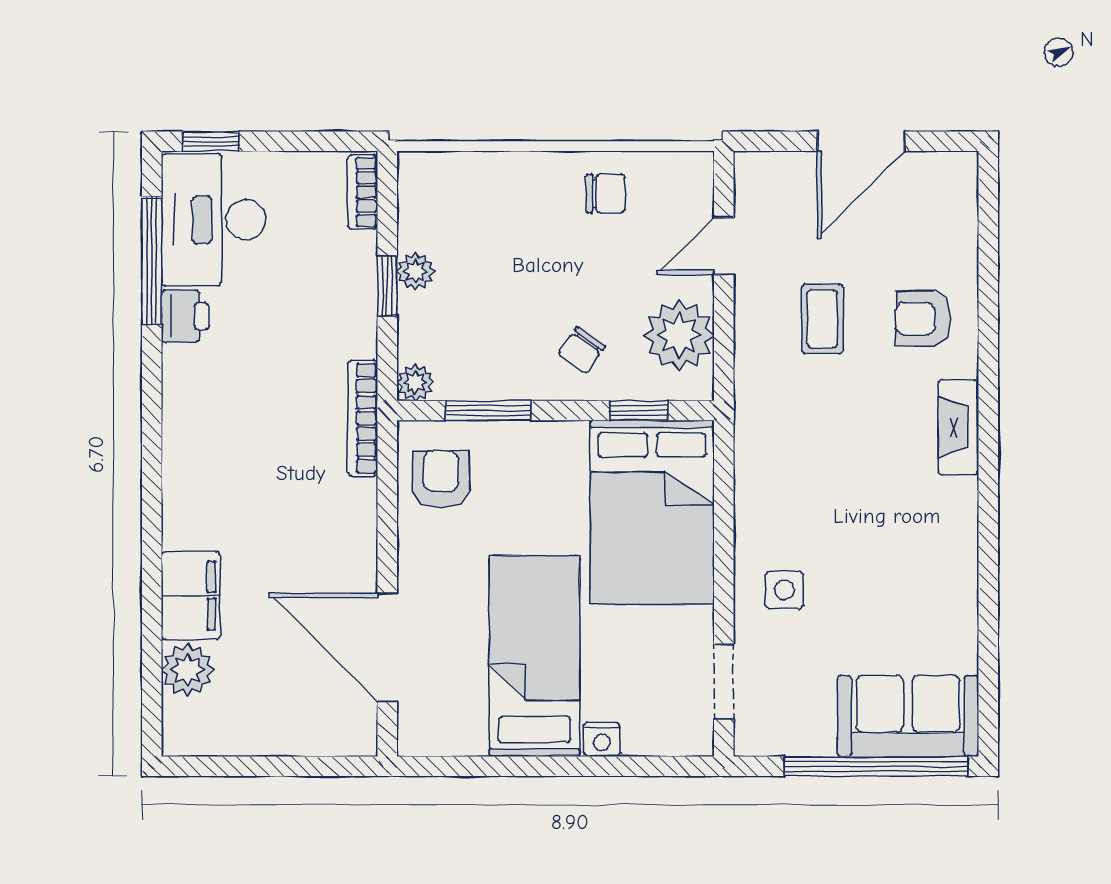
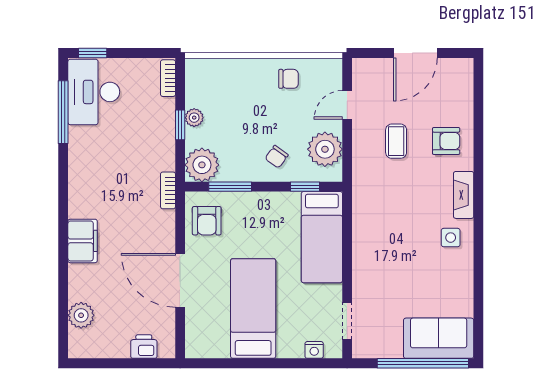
printer: (185, 316) -> (144, 347), moved, turned -90
armchair: (923, 319) -> (446, 141), turned 180
plant: (415, 383) -> (202, 165), width x1.87, depth x1.87
bookcase: (363, 418) -> (168, 190), width x0.64
armchair: (441, 479) -> (207, 221), turned 180
bed: (652, 512) -> (322, 237), width x0.67
side table: (784, 590) -> (451, 238), moved
filing cabinet: (191, 595) -> (83, 241), moved
door: (387, 648) -> (180, 280), moved
nightstand: (602, 740) -> (314, 350), moved

